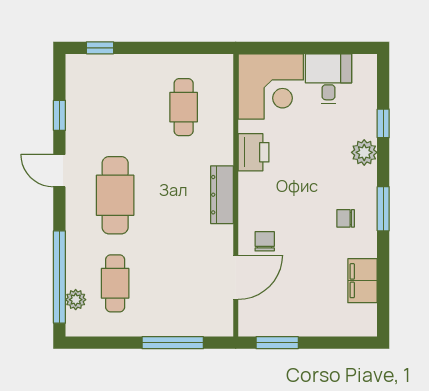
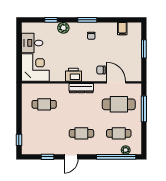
printer: (254, 152) -> (73, 75), moved
cafe table: (115, 195) -> (81, 133), width x0.73, depth x0.74
filing cabinet: (362, 281) -> (122, 29), width x0.50
cafe table: (184, 283) -> (119, 104), added
window: (277, 343) -> (144, 49), moved

